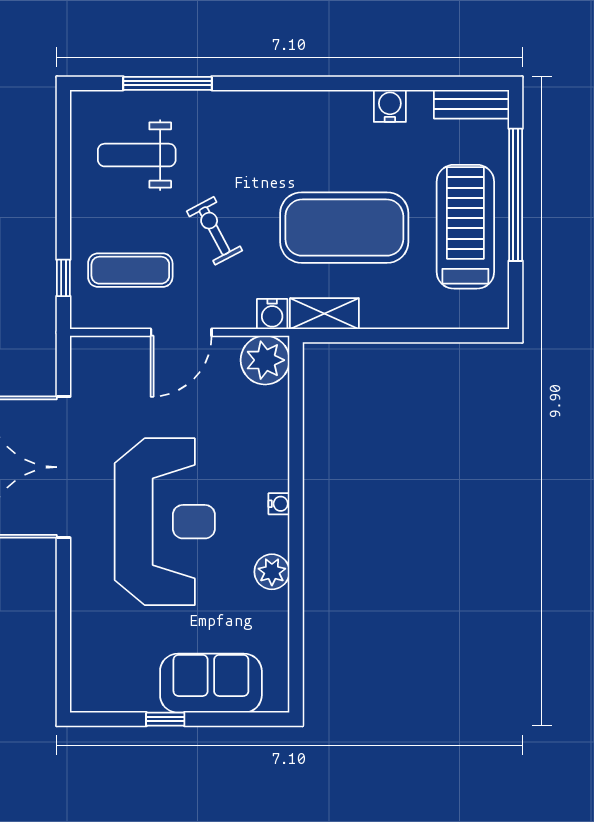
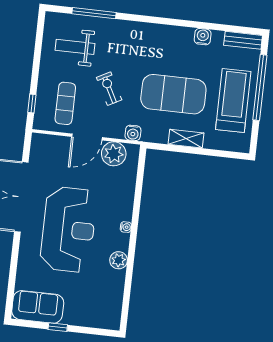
exercise mat: (130, 270) -> (65, 103), turned 90
shelving: (324, 314) -> (186, 139), moved
plant: (265, 360) -> (114, 154), moved
sofa: (211, 683) -> (38, 307), moved

